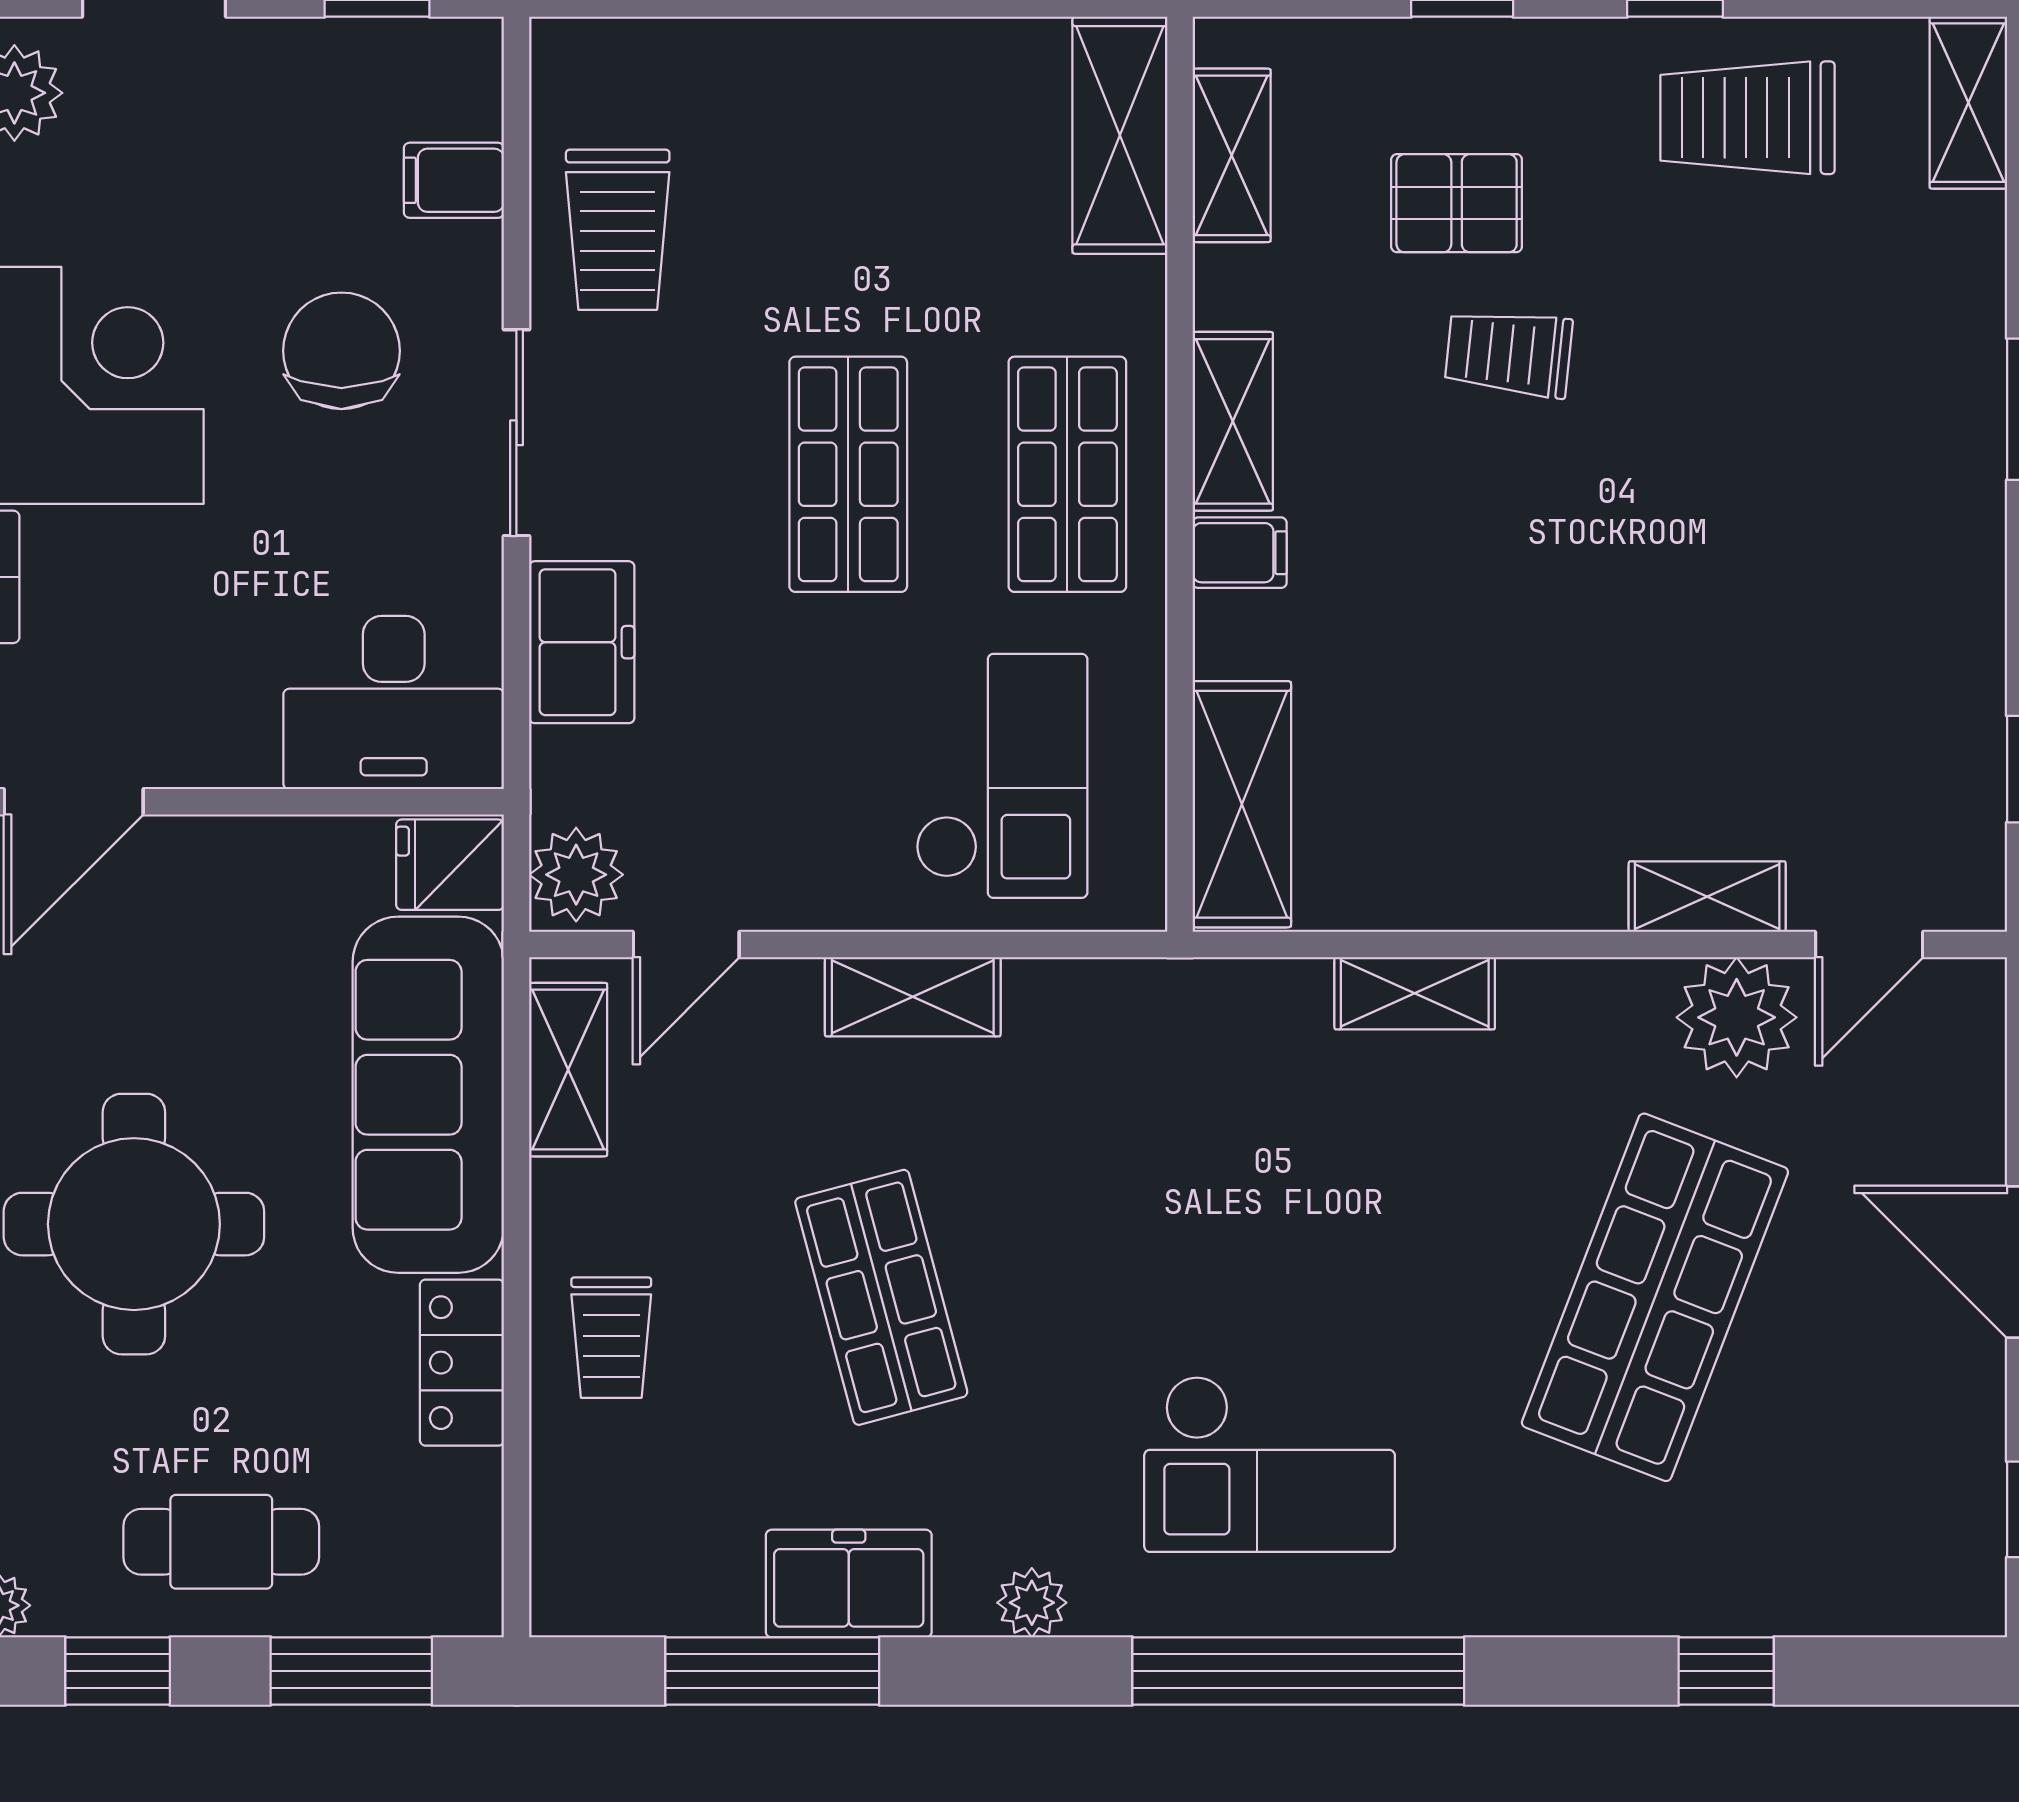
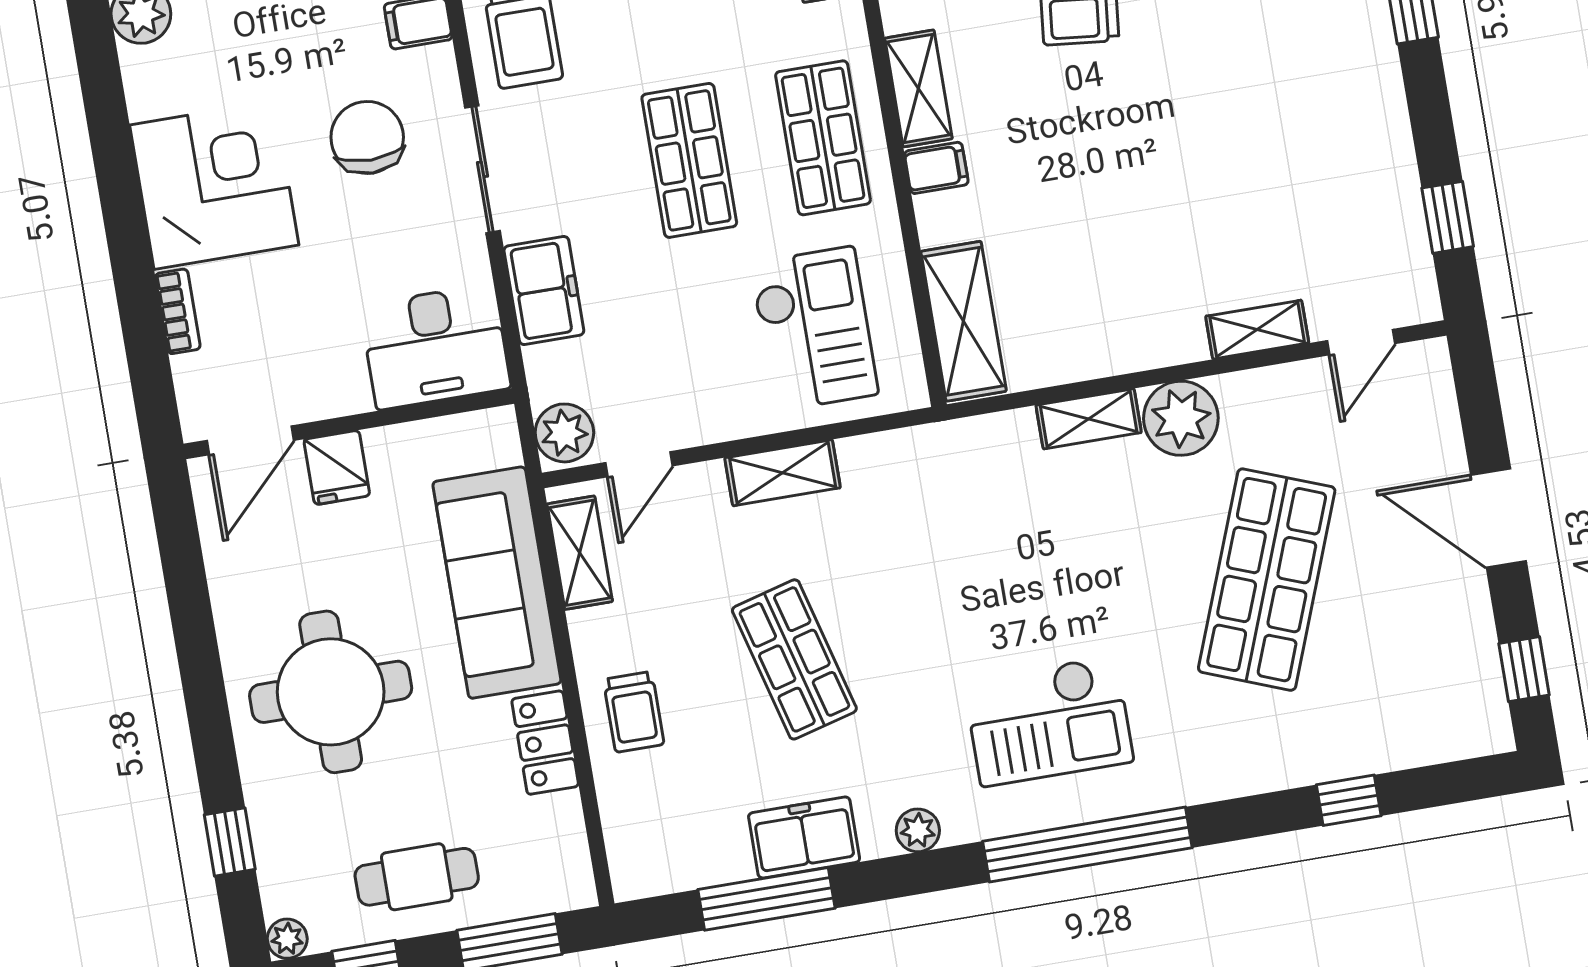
fridge: (450, 865) -> (337, 467), moved, turned -90
plant: (1737, 1017) -> (1181, 418), moved

